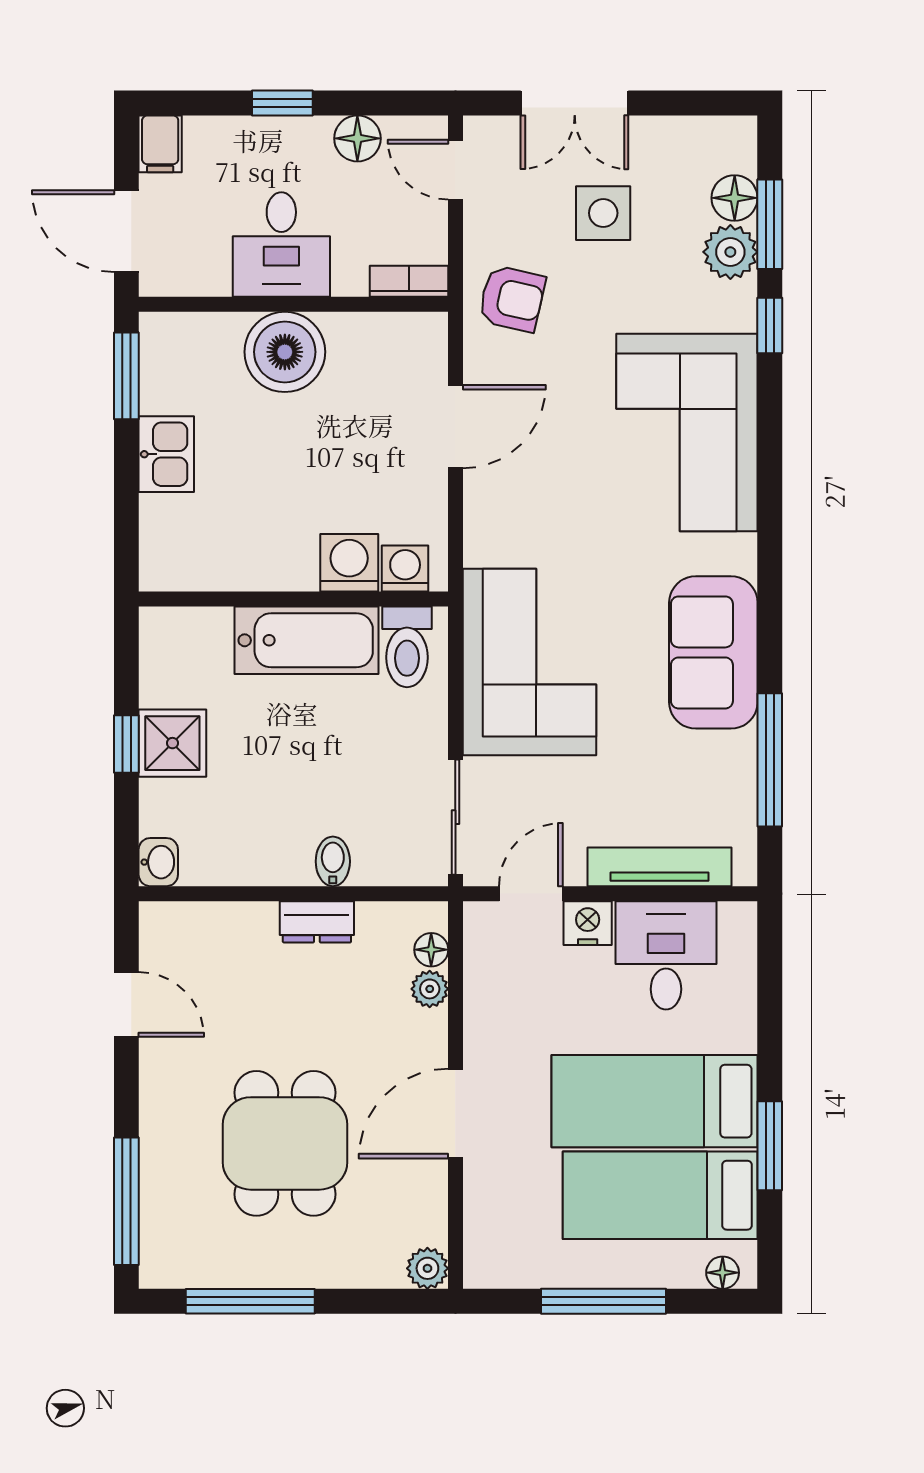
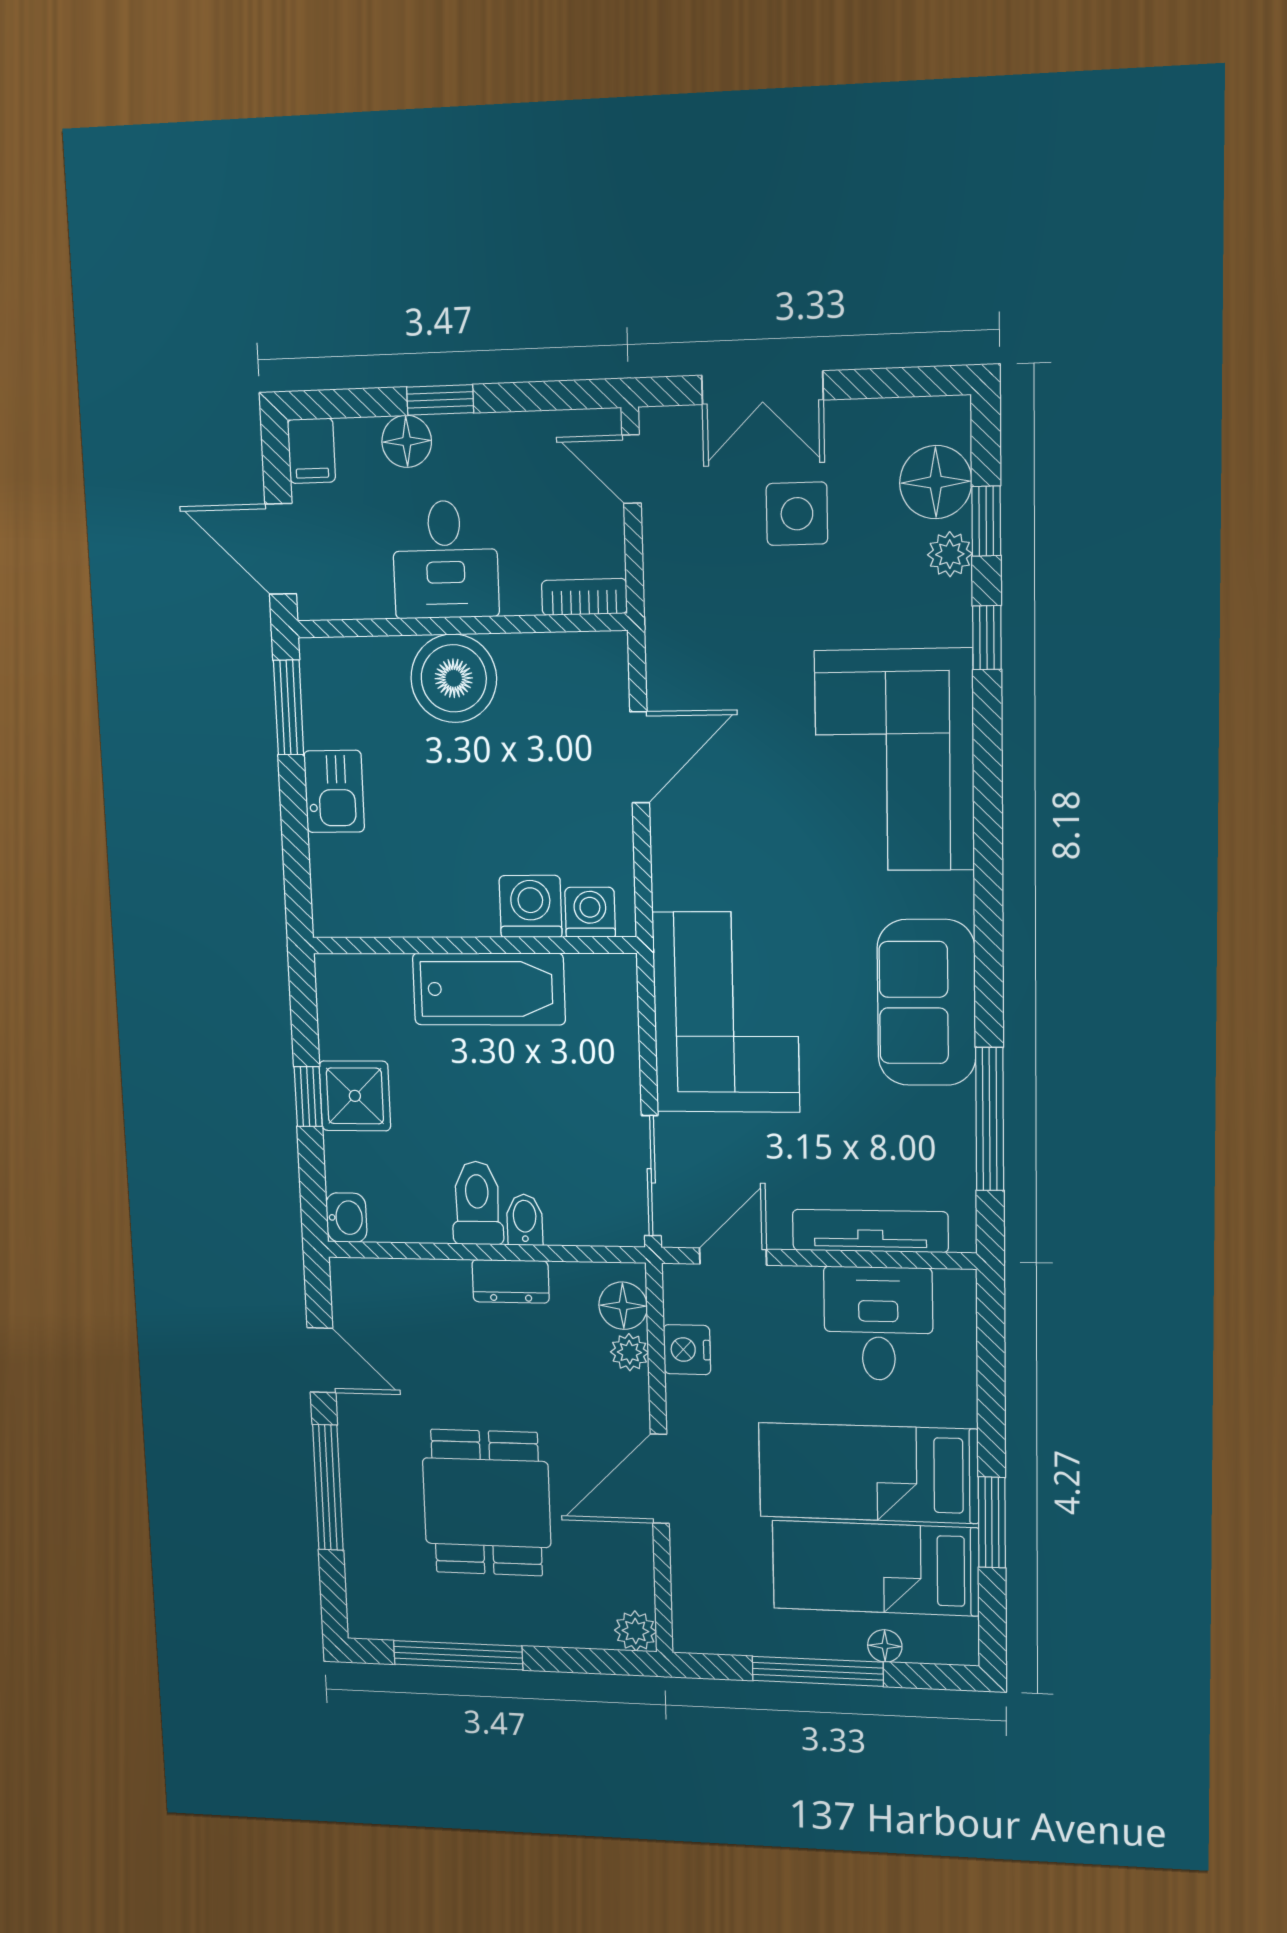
floor lamp: (357, 138) -> (407, 441), moved
floor lamp: (735, 198) -> (936, 482), width x1.38, depth x1.38
window: (770, 224) -> (986, 521), width x0.67
plant: (730, 252) -> (950, 554), width x0.73, depth x0.73
armchair: (512, 299) -> (697, 614), removed
toilet: (407, 647) -> (477, 1203), moved, turned 180
nightstand: (588, 923) -> (687, 1350), moved, turned -90
floor lamp: (431, 950) -> (623, 1306), width x1.37, depth x1.37
window: (126, 1201) -> (328, 1487), moved
floor lamp: (723, 1273) -> (885, 1646), moved

